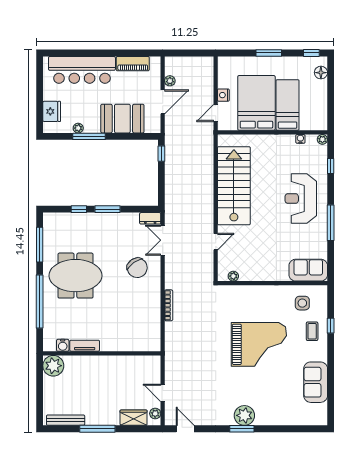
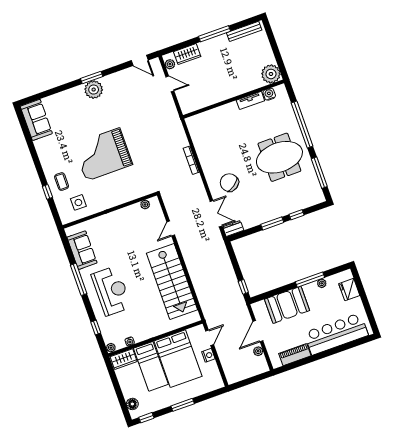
wardrobe: (313, 123) -> (124, 359), added
sofa: (308, 270) -> (82, 250), moved, turned -90
sofa: (316, 382) -> (36, 120), moved

